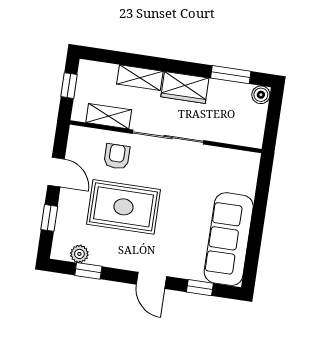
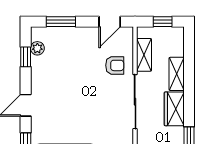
door: (56, 172) -> (110, 22), moved
rug: (123, 207) -> (78, 76), removed
window: (49, 218) -> (61, 22), width x1.50

